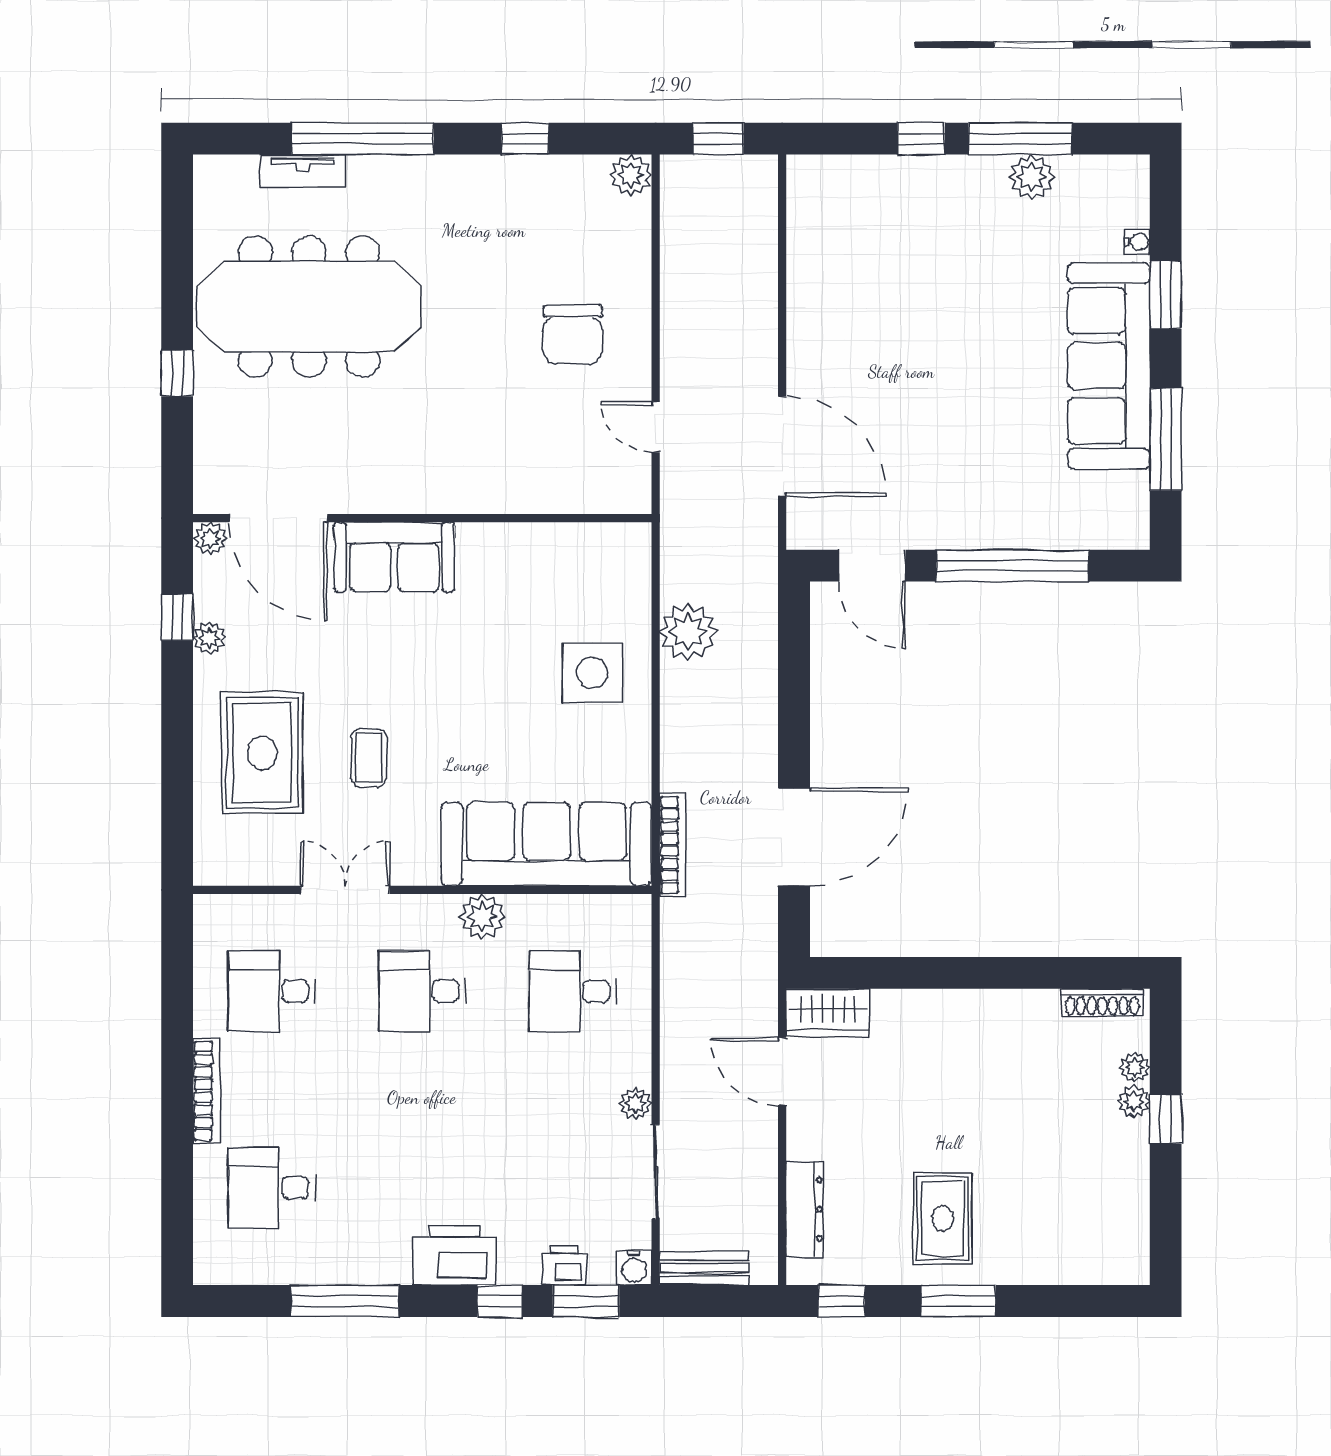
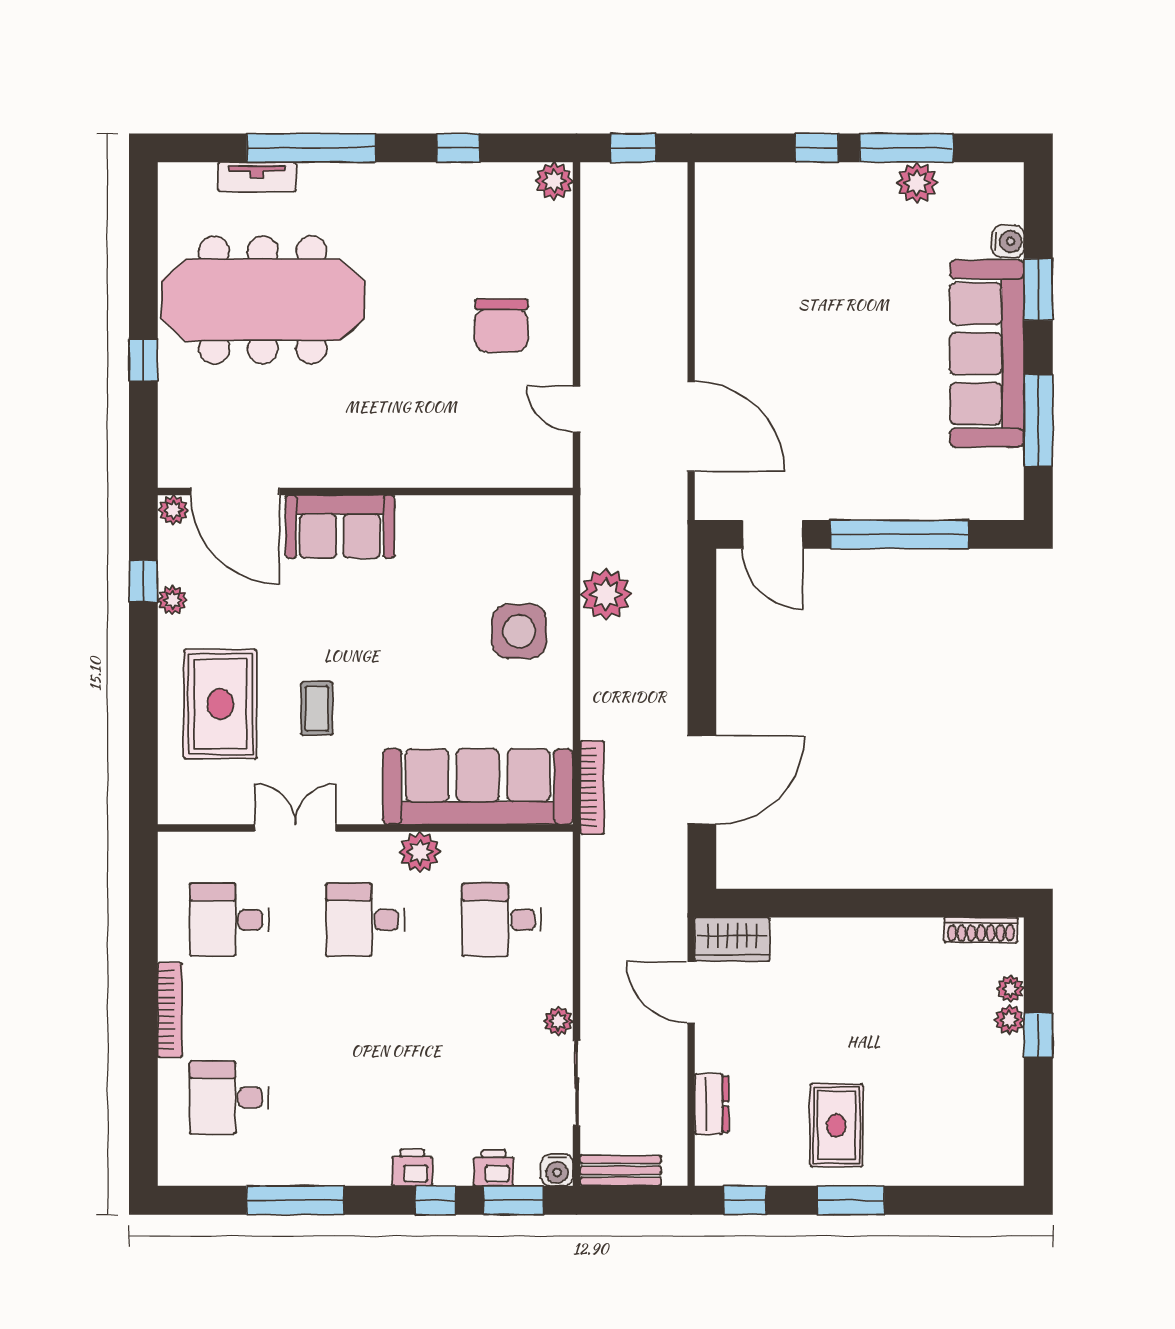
water cooler: (1137, 242) -> (1008, 241), width x1.38, depth x1.38
dresser: (805, 1209) -> (712, 1104), width x0.70
printer: (455, 1255) -> (412, 1168), width x0.53, depth x0.68

